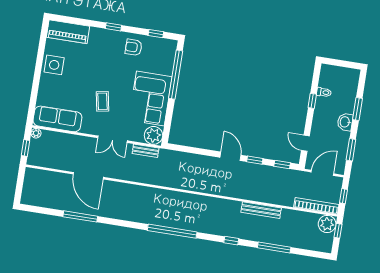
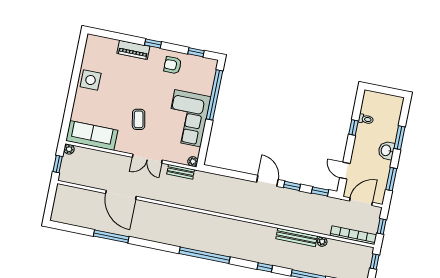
piano: (68, 32) -> (133, 50), moved, width x0.73, depth x0.75
plant: (154, 135) -> (193, 161), width x0.53, depth x0.53
plant: (327, 224) -> (322, 242), moved, width x0.53, depth x0.53

